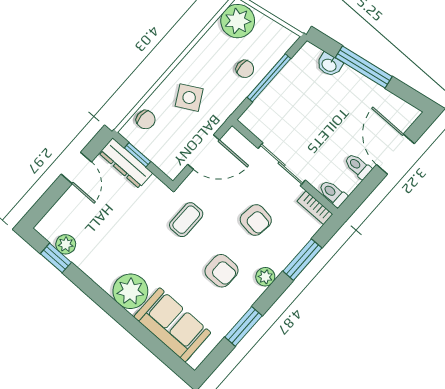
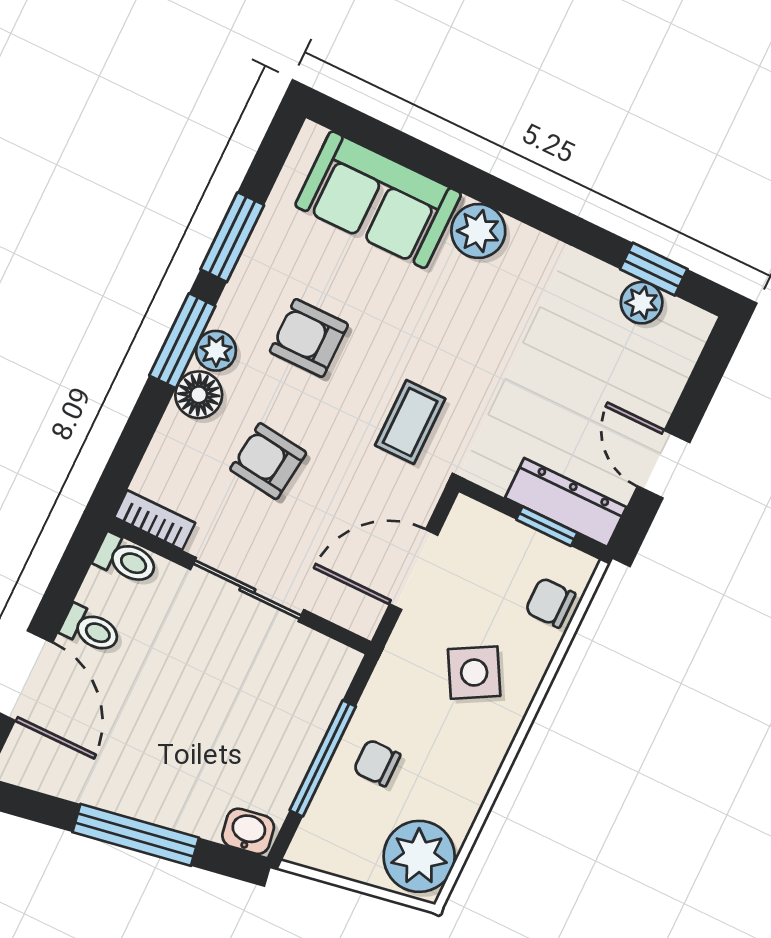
washbasin: (329, 65) -> (248, 831), moved
floor lamp: (279, 259) -> (199, 395), added
window: (302, 260) -> (182, 341), moved
plant: (130, 291) -> (478, 231), width x0.73, depth x0.73

